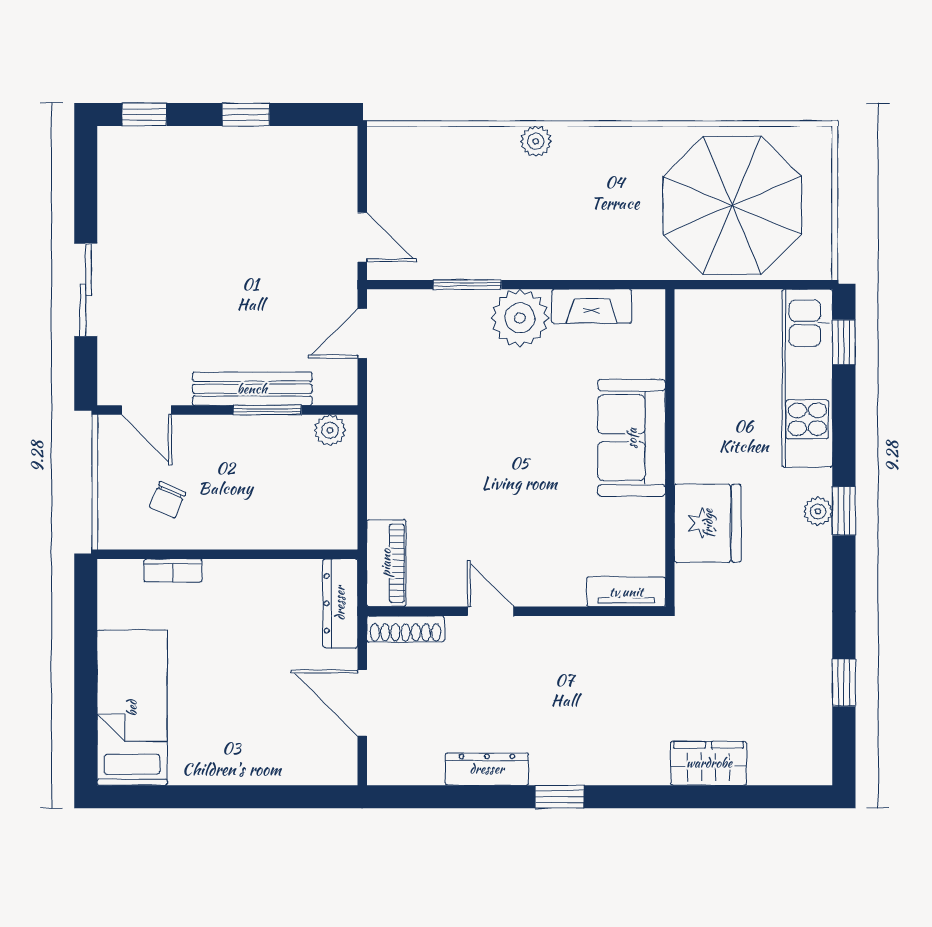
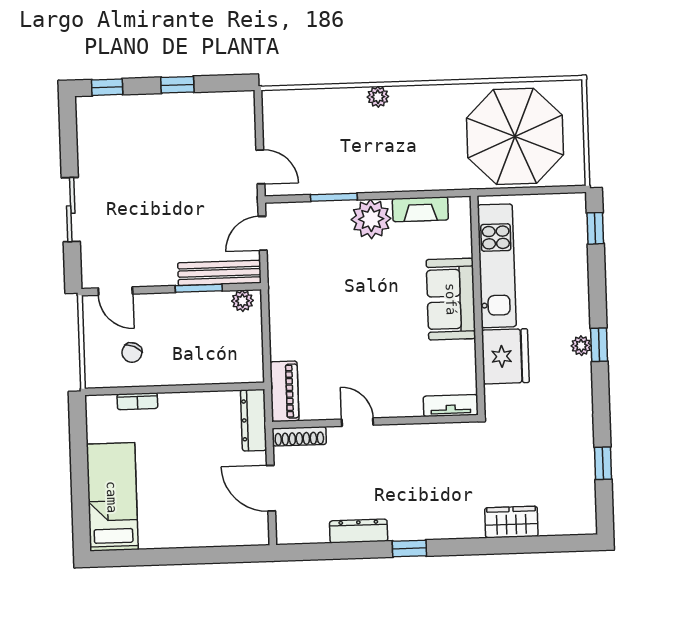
kitchen unit: (807, 378) -> (497, 266), moved, turned 180
bench: (252, 389) -> (219, 273), moved

